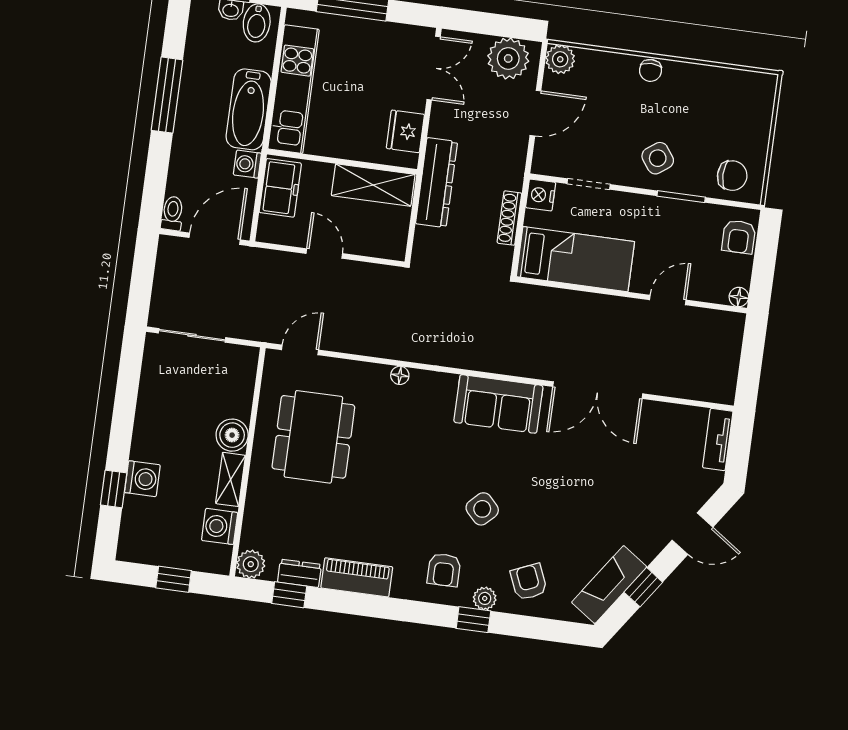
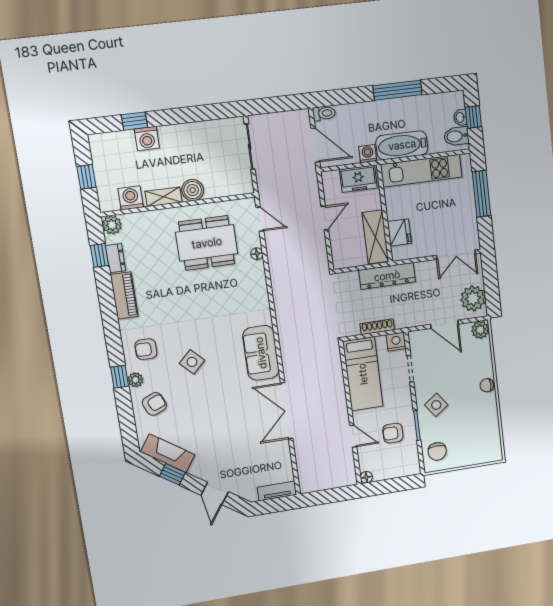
fridge: (405, 131) -> (399, 232), moved, turned 90
armchair: (739, 237) -> (393, 433), moved
floor lamp: (400, 375) -> (257, 254), moved

